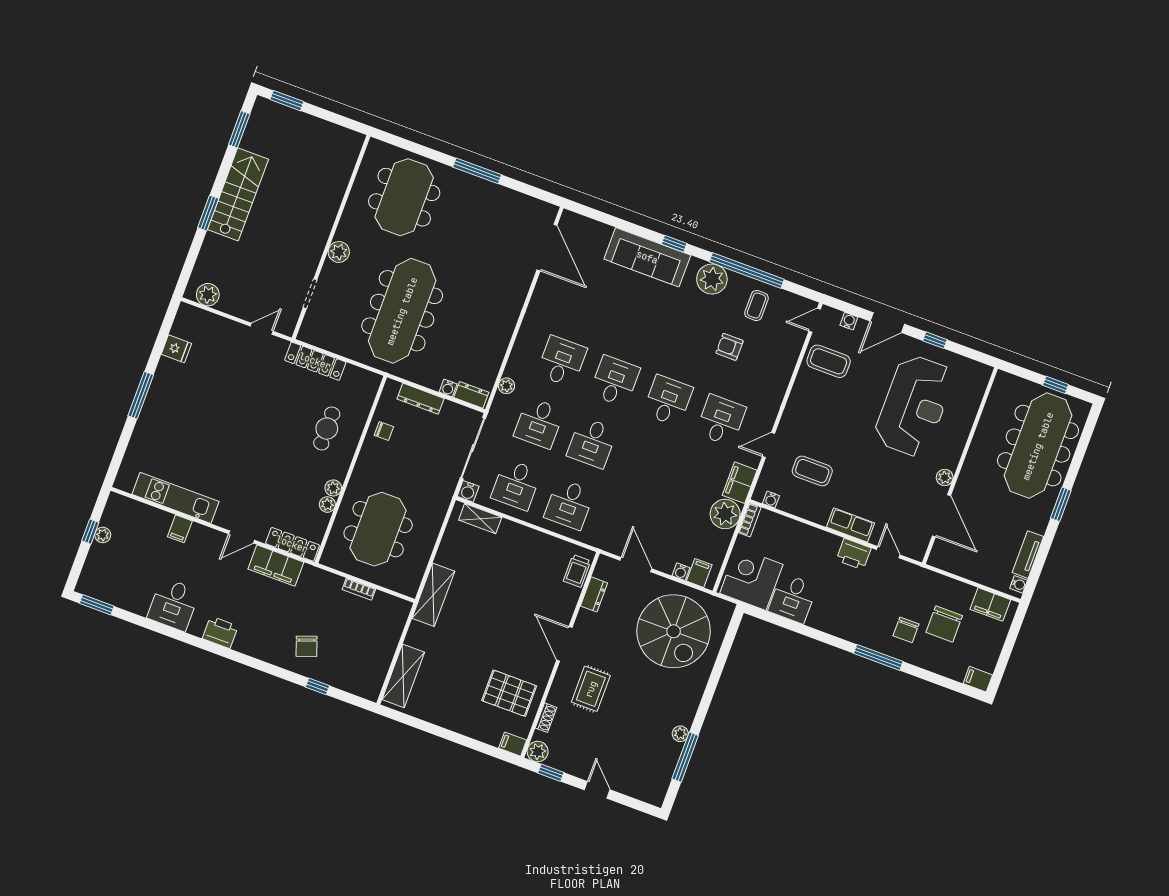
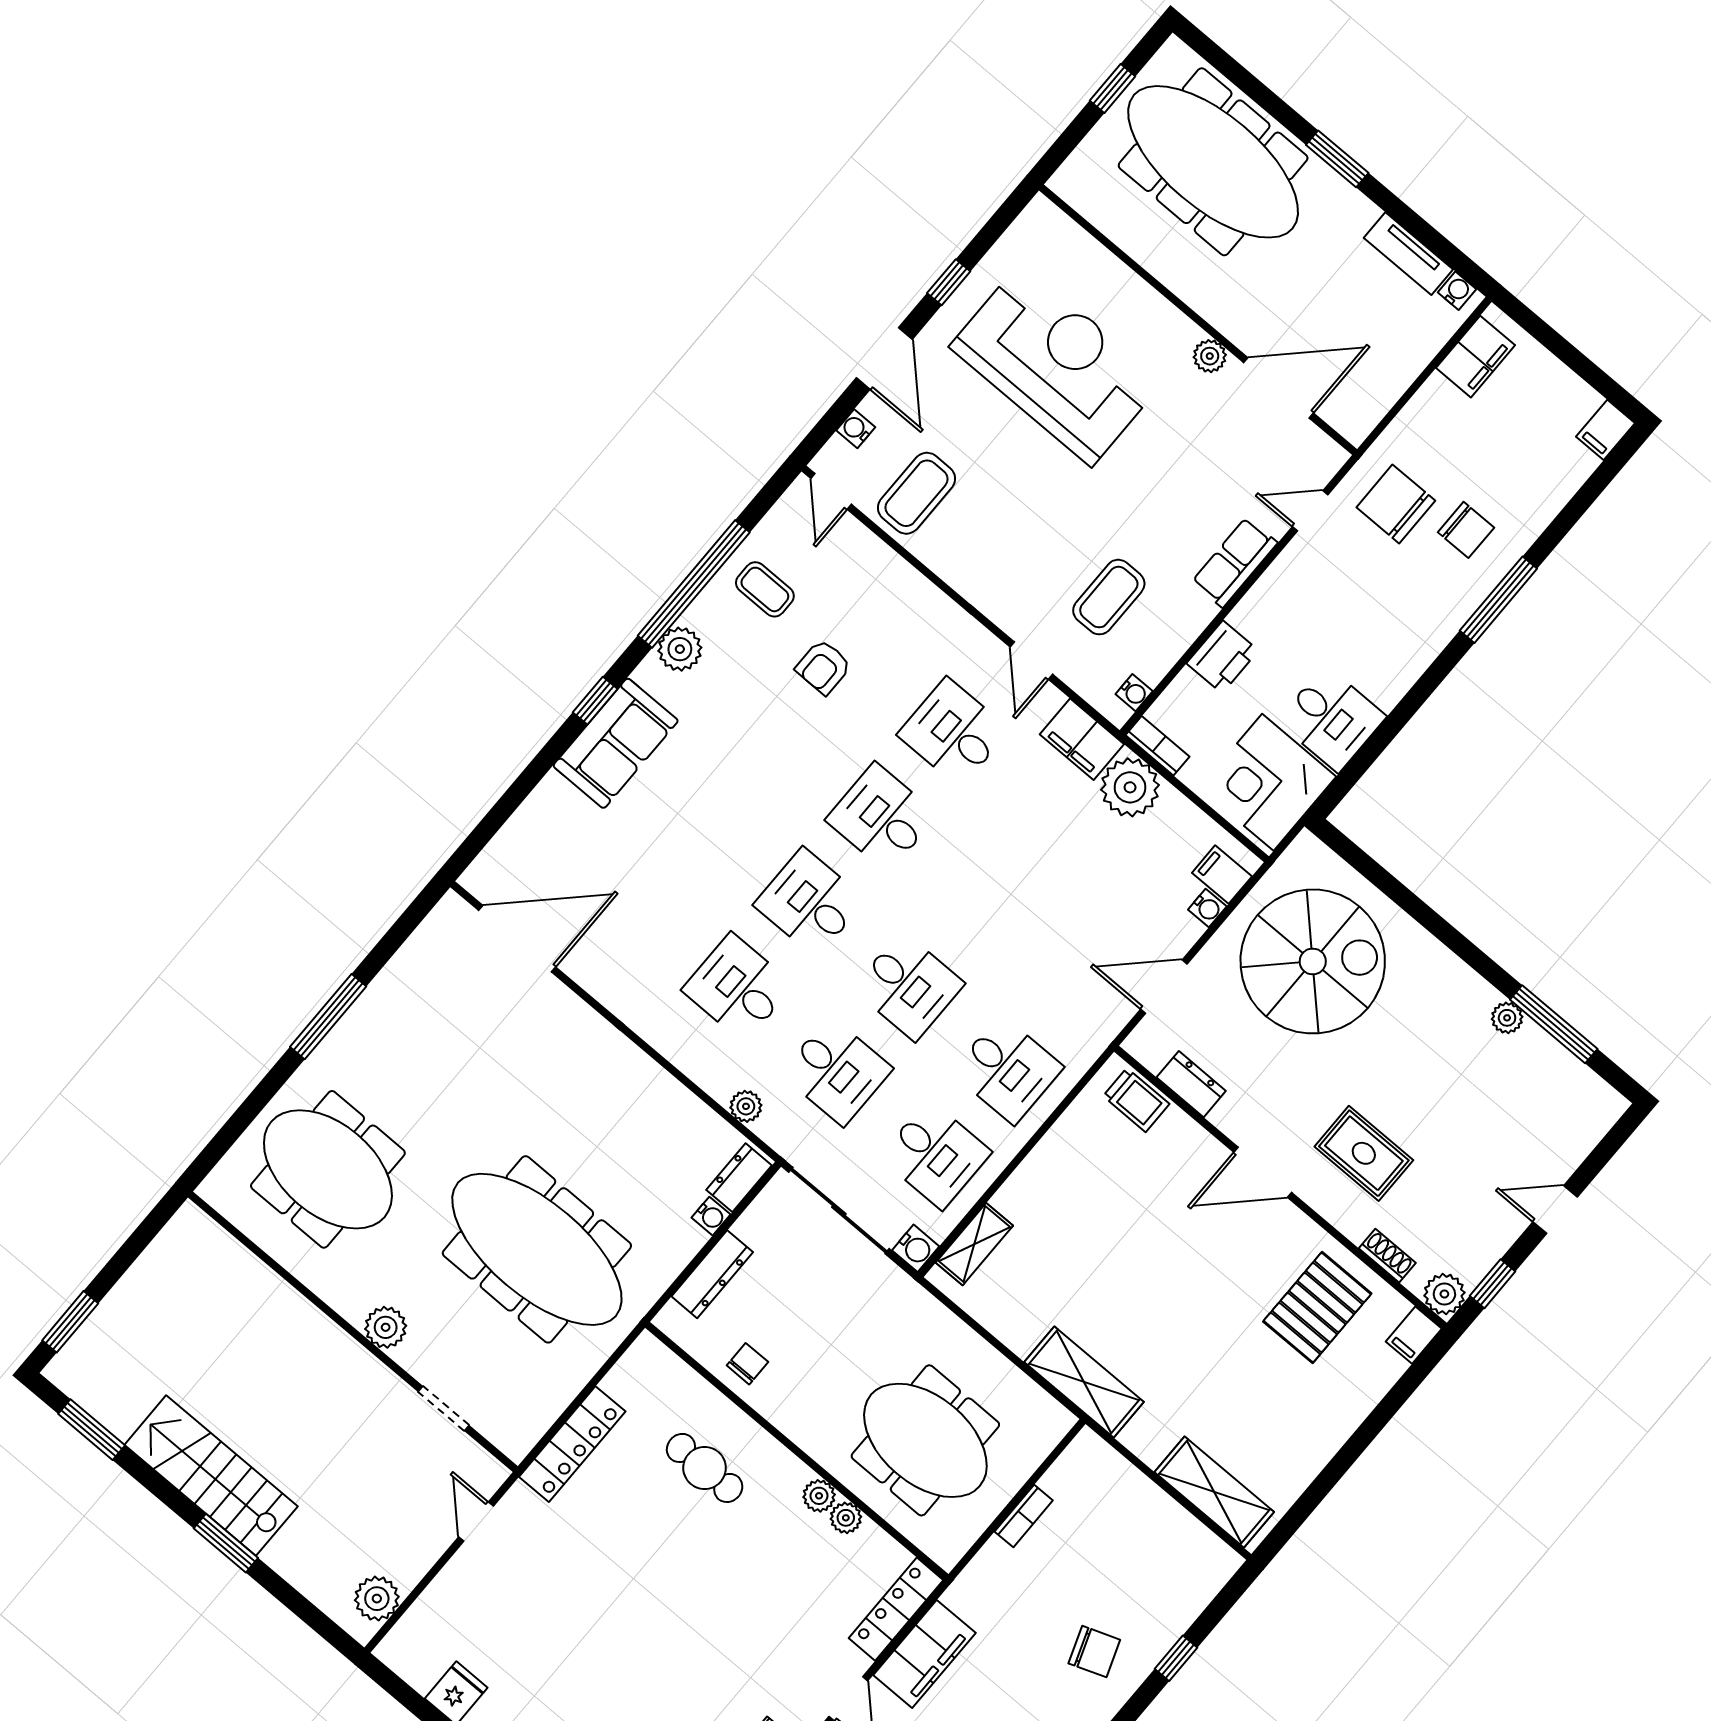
sofa: (647, 257) -> (616, 743), width x0.73
plant: (712, 279) -> (680, 649), width x0.73, depth x0.73
printer: (854, 554) -> (1222, 657), moved
chair: (944, 624) -> (1396, 504), moved, turned 180

